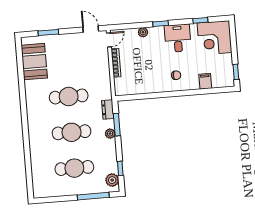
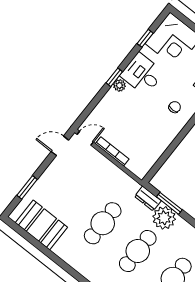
plant: (143, 32) -> (119, 85), moved
door: (109, 40) -> (85, 138), hinge flipped
plant: (110, 134) -> (164, 218), width x1.88, depth x1.88

